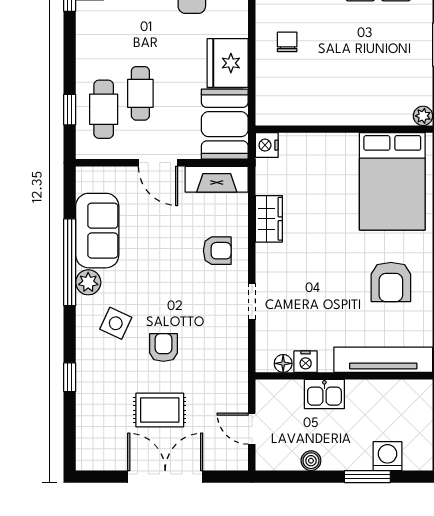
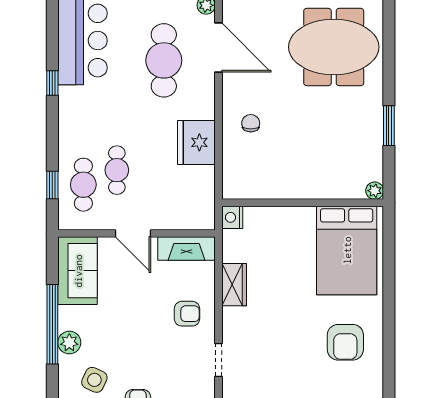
booth: (225, 124) -> (194, 198), removed
sofa: (97, 231) -> (78, 271), moved

